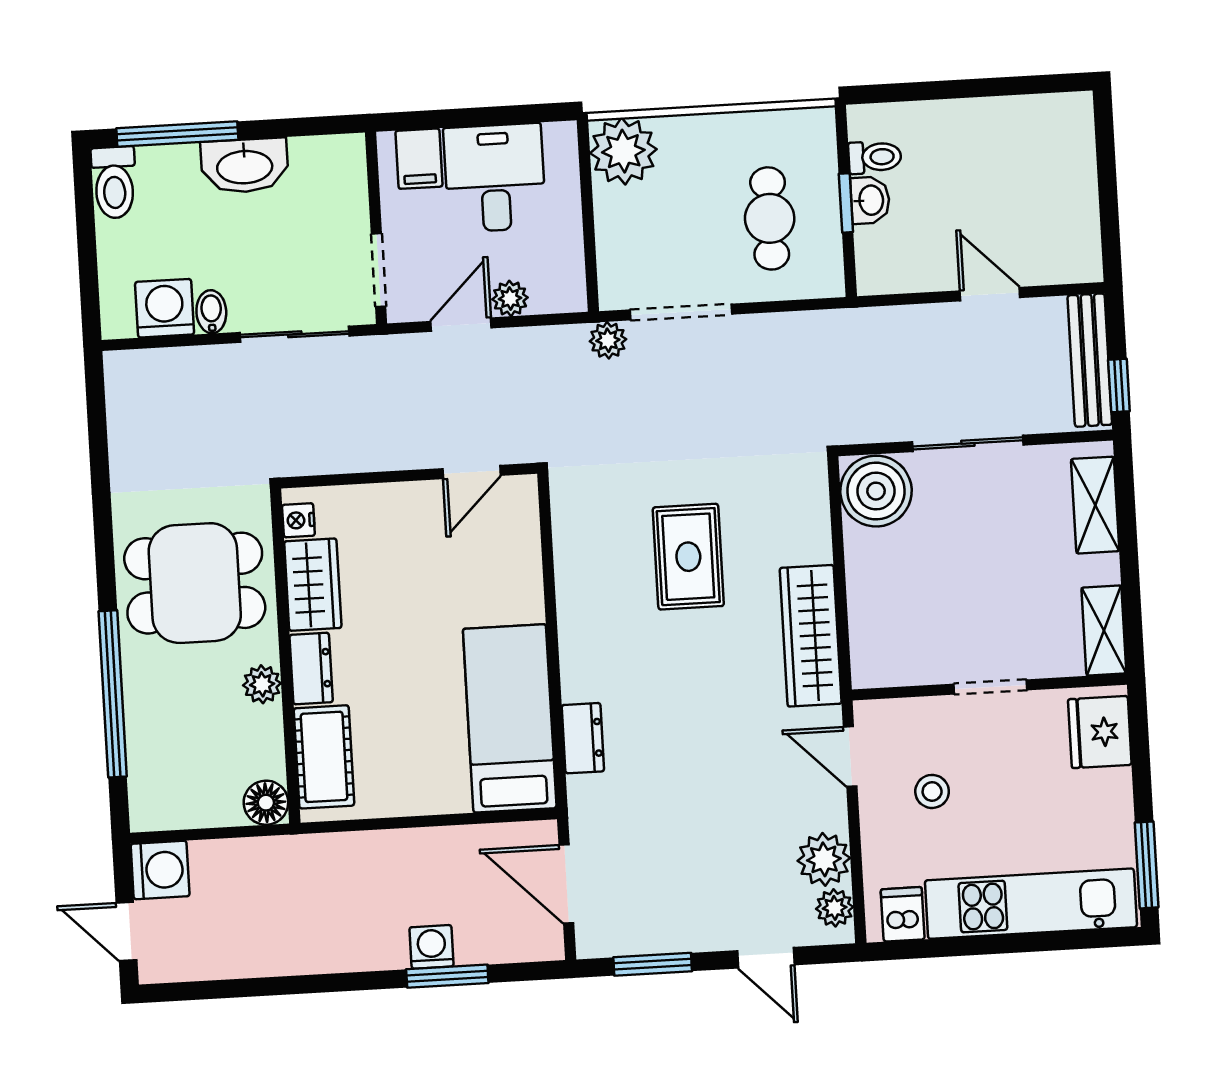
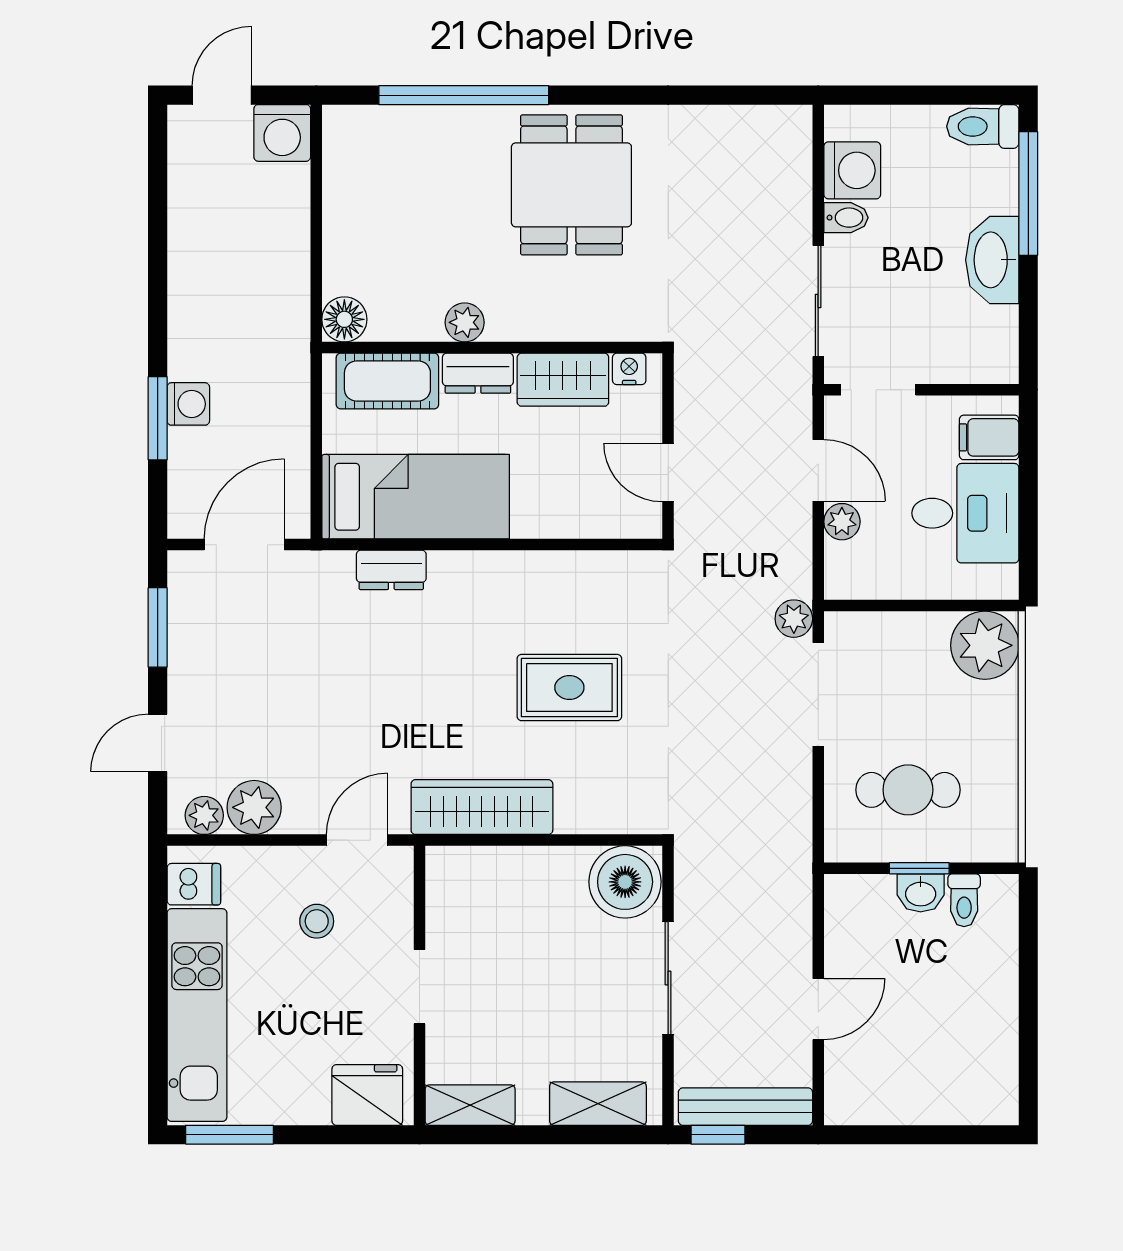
nightstand: (298, 520) -> (629, 369), moved
wardrobe: (313, 585) -> (563, 380), moved
wall: (285, 656) -> (492, 348), moved
dresser: (311, 668) -> (478, 373), moved
plant: (262, 684) -> (465, 322), moved
cot: (324, 757) -> (387, 381), moved
floor lamp: (266, 803) -> (344, 319), moved

